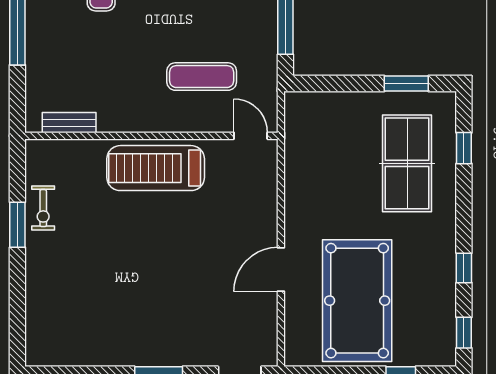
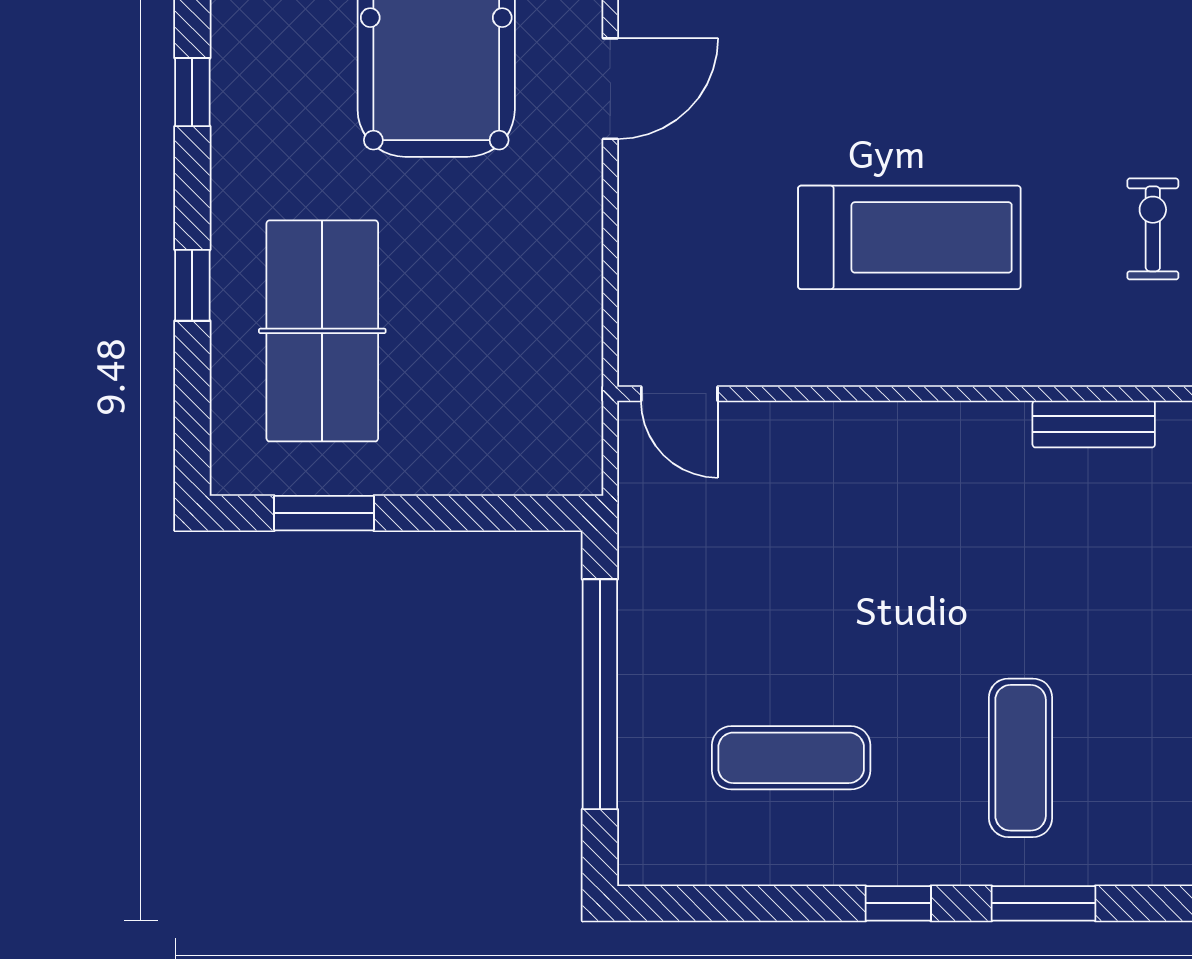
exercise mat: (202, 77) -> (791, 529), removed
window: (464, 148) -> (192, 285), moved
treadmill: (156, 168) -> (909, 237), moved

